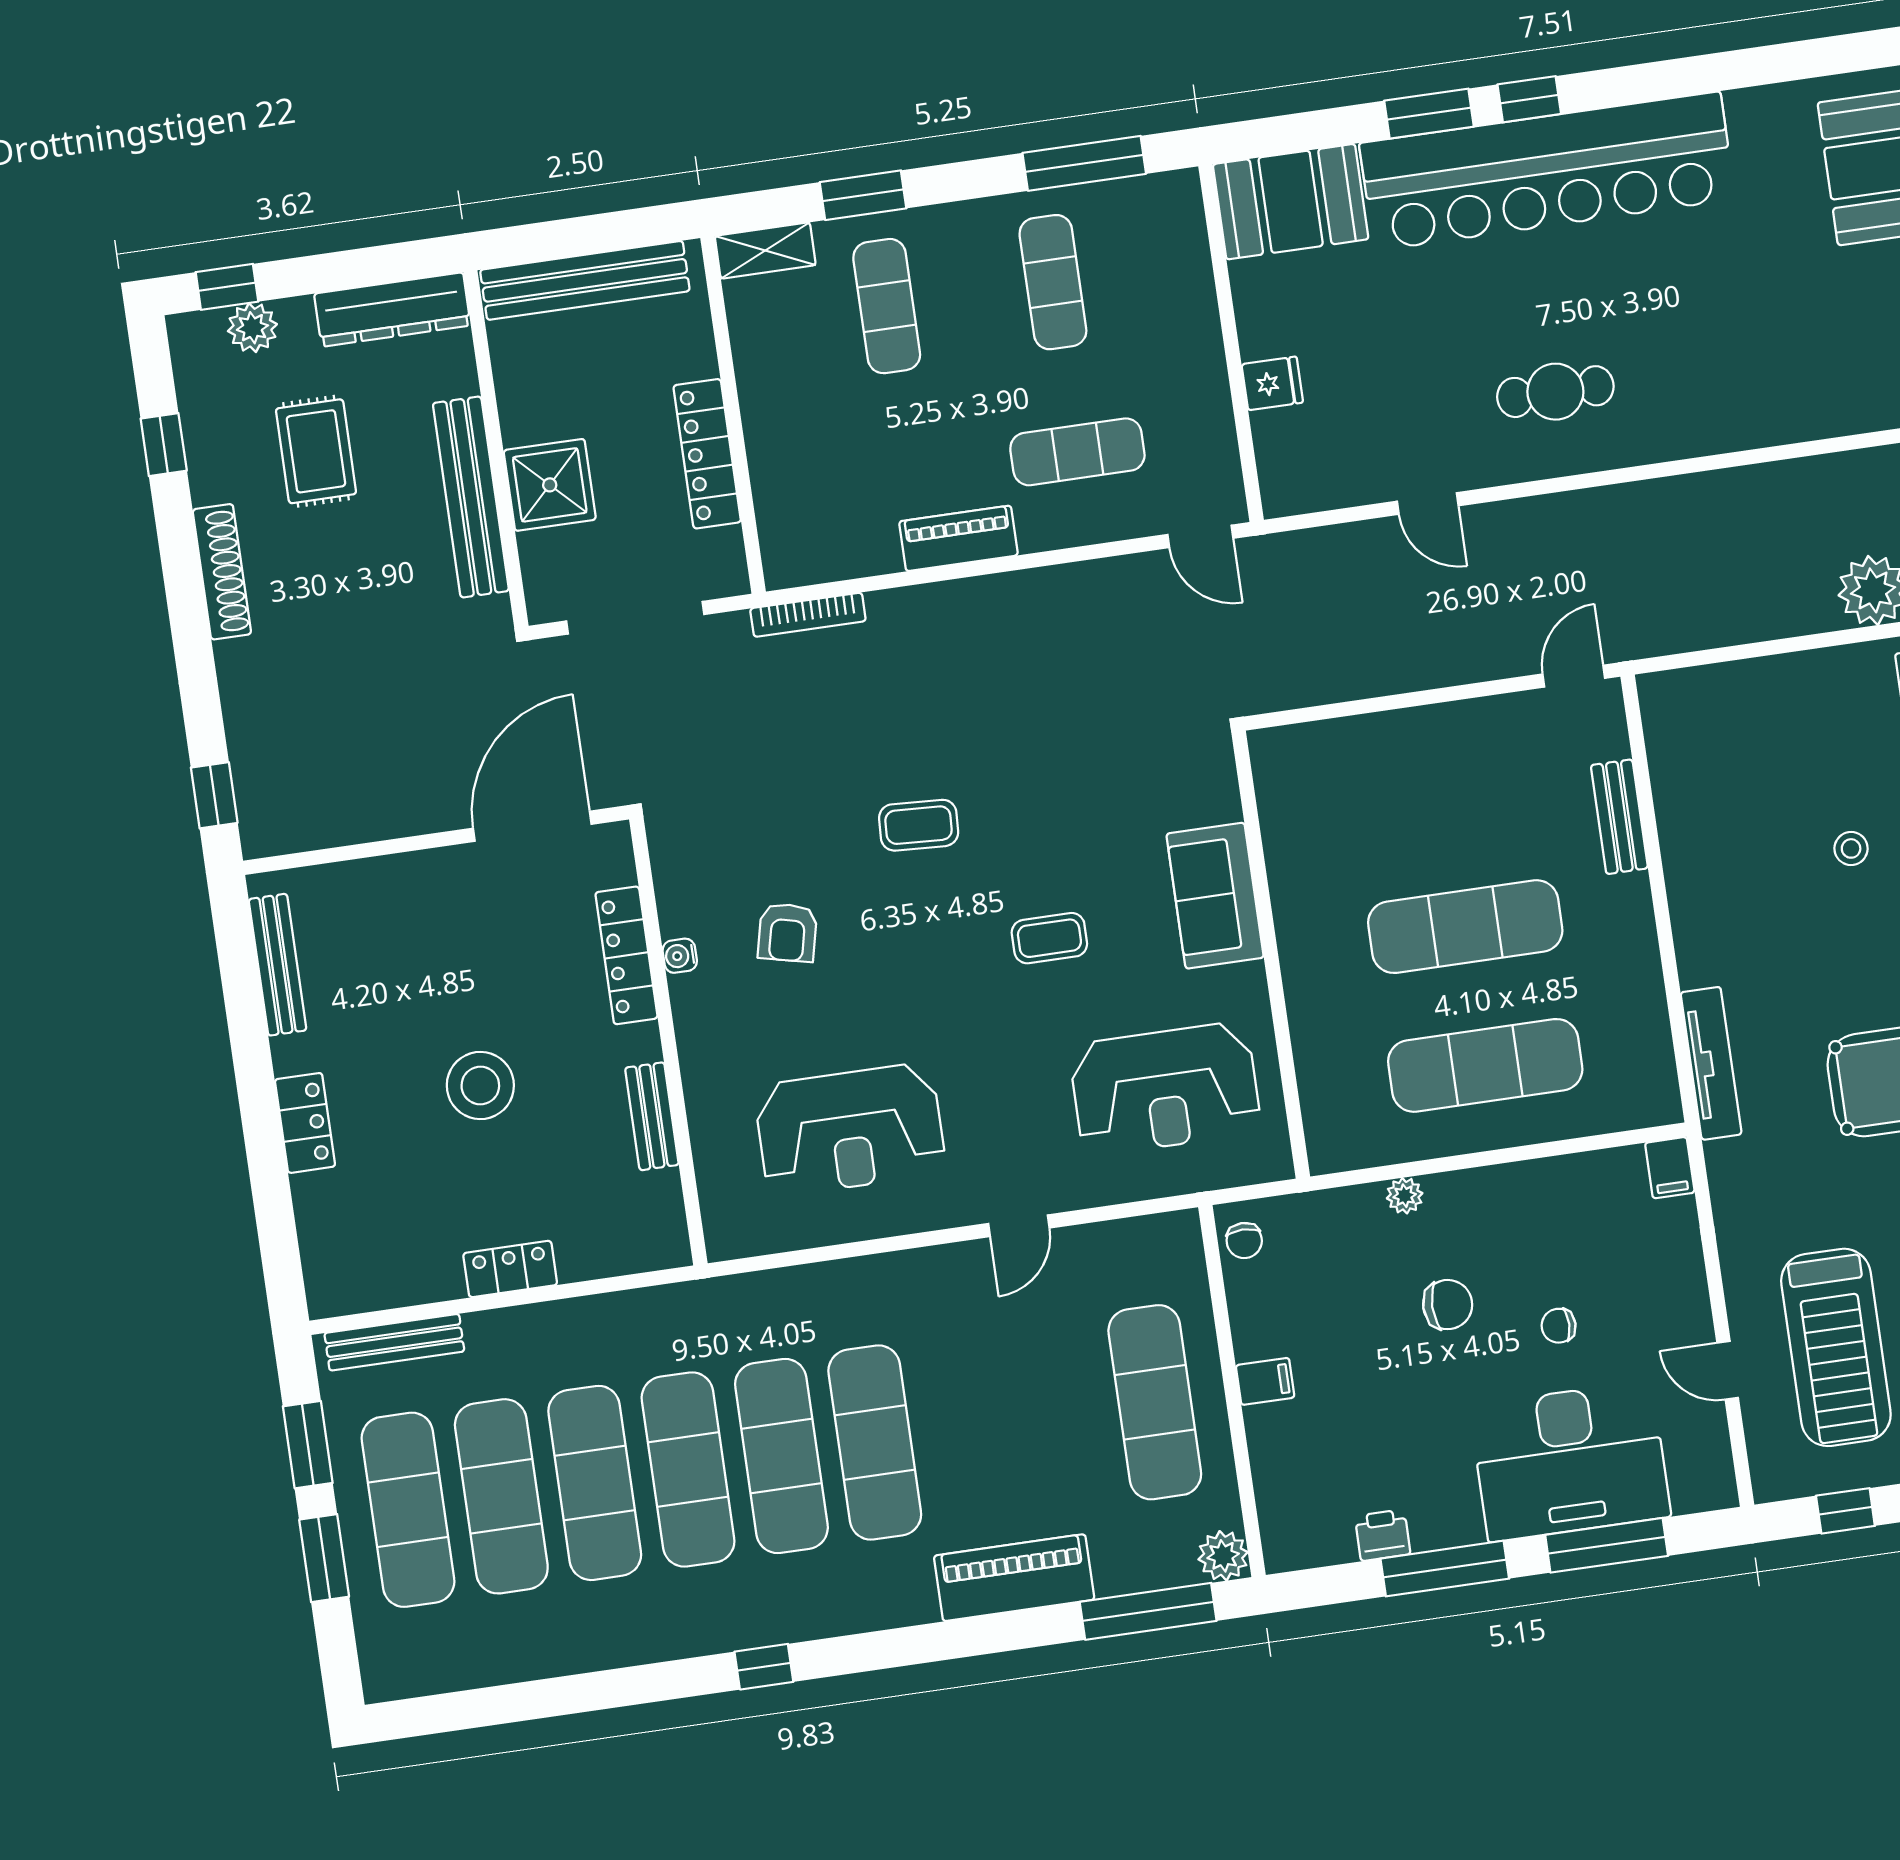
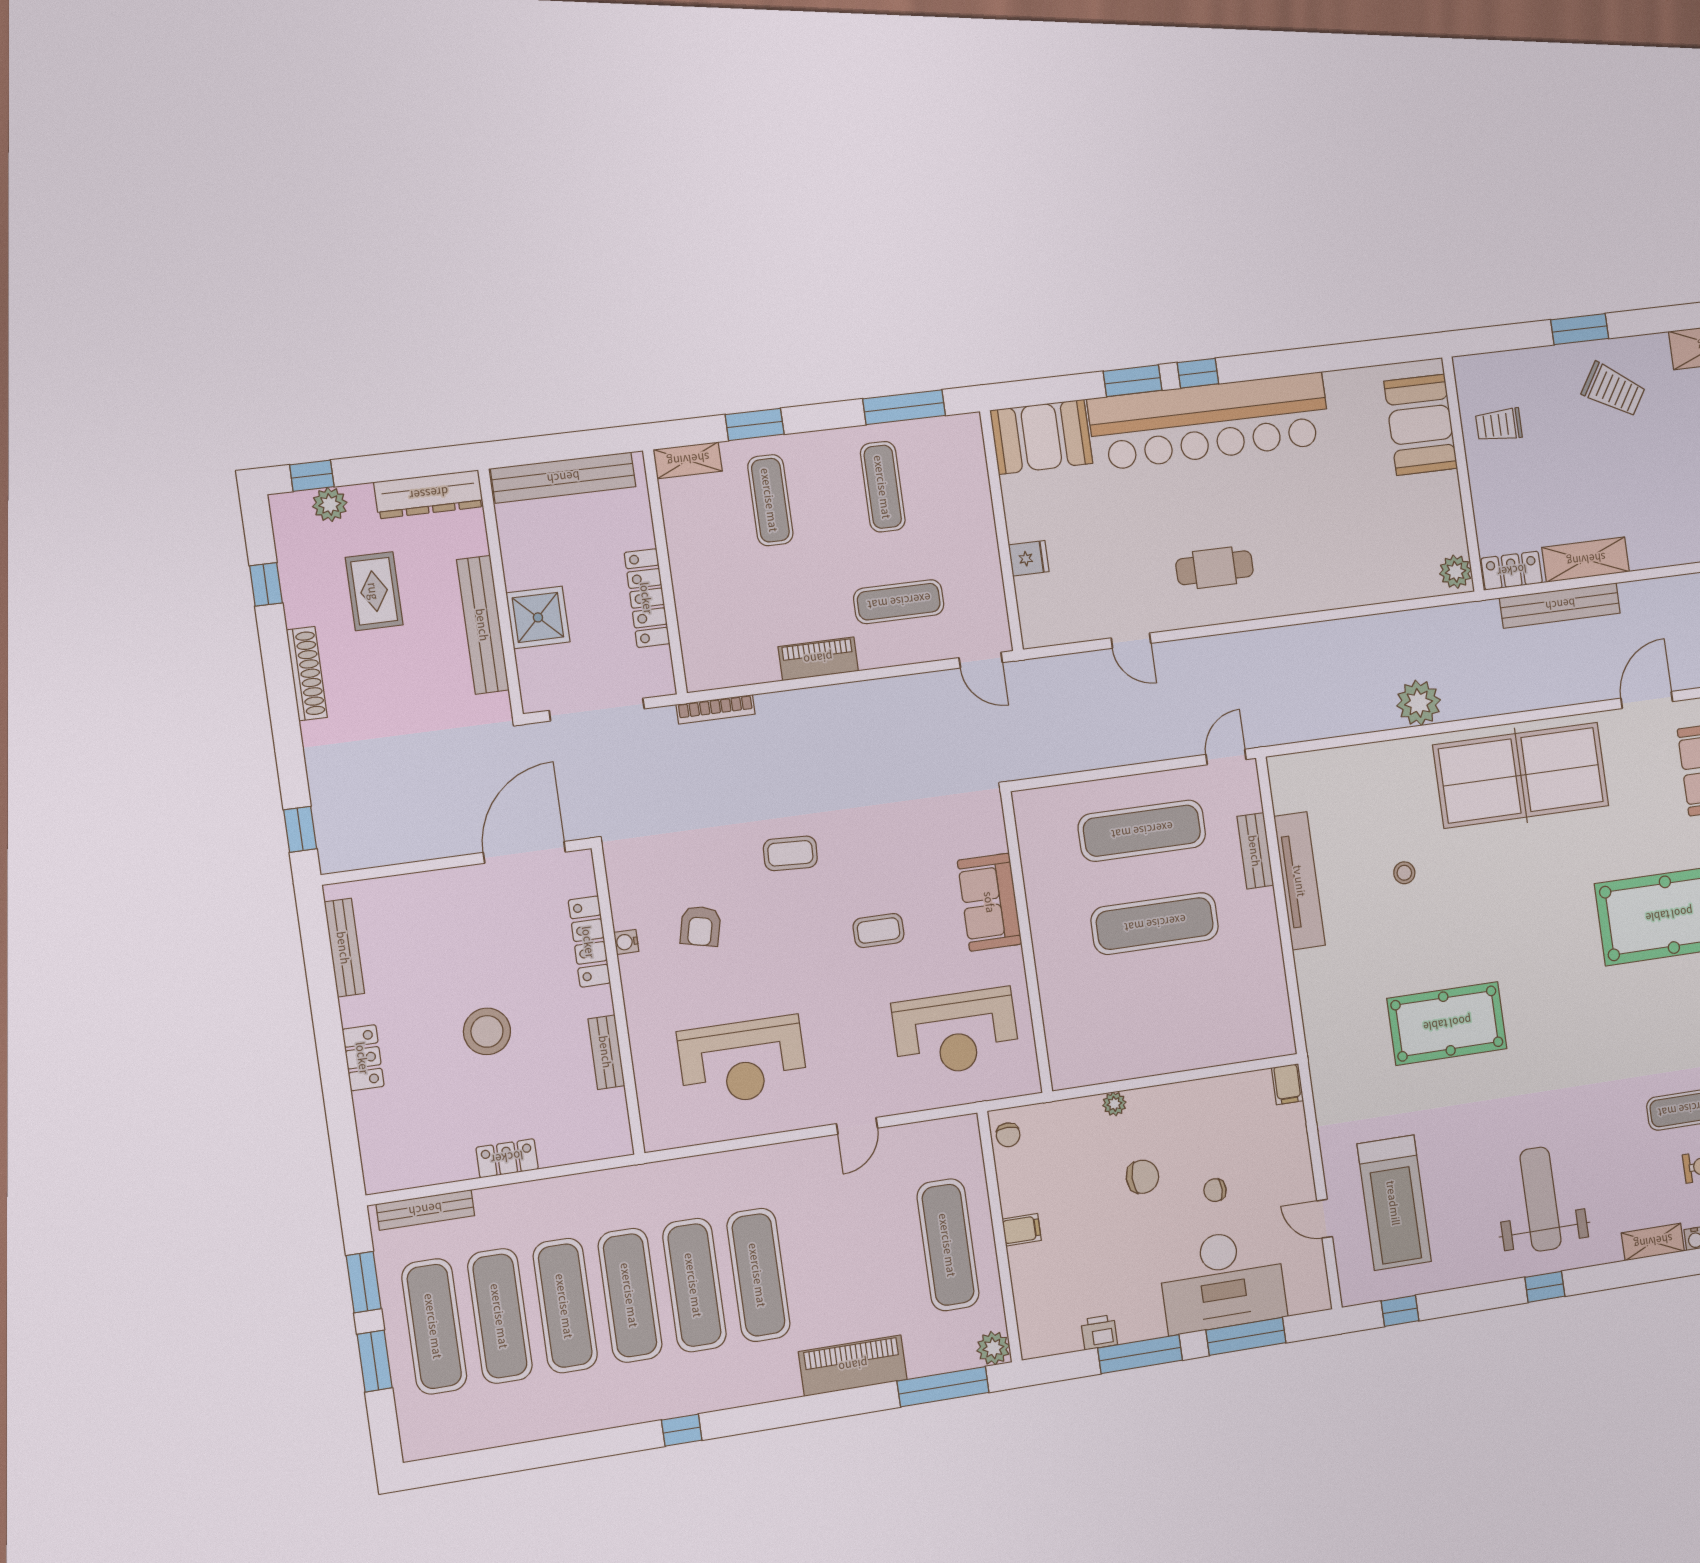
tv unit: (1711, 1063) -> (1300, 881), moved, width x1.36, depth x1.29
exercise mat: (1485, 1065) -> (1142, 831), moved

